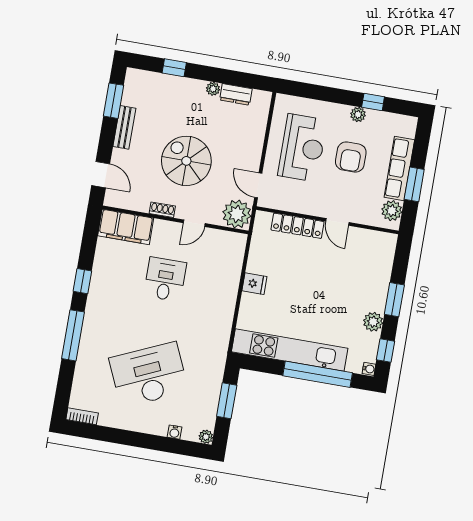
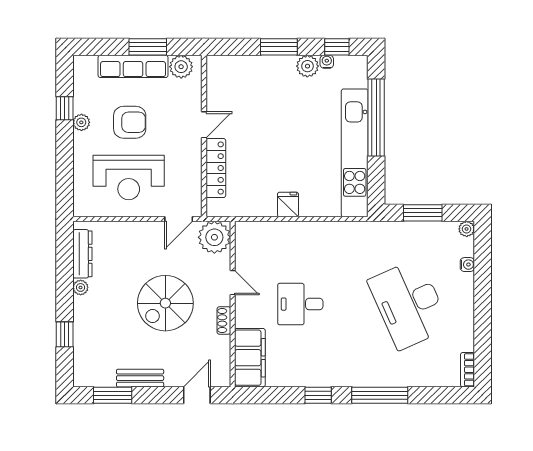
dresser: (236, 94) -> (82, 254), width x1.44
reception desk: (302, 148) -> (129, 177), turned 180
water cooler: (369, 369) -> (327, 62), moved

